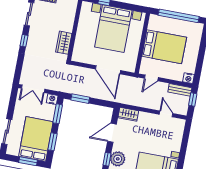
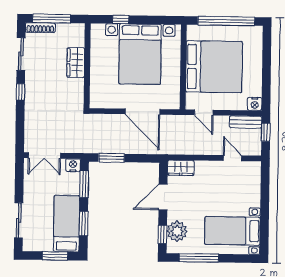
wardrobe: (64, 43) -> (76, 63), moved
bed: (164, 47) -> (214, 67), width x1.36
door: (151, 78) -> (204, 113), hinge flipped
bed: (36, 139) -> (67, 224), width x0.67

